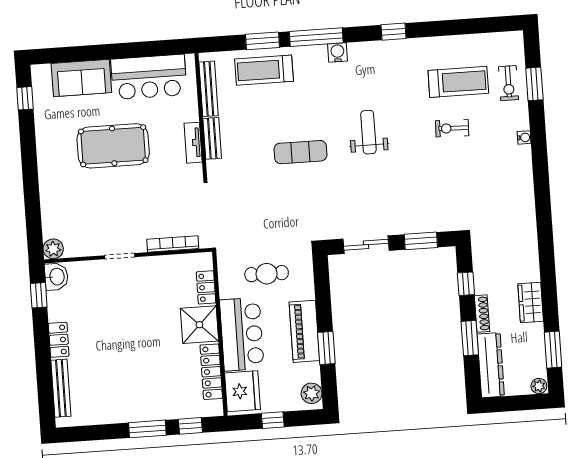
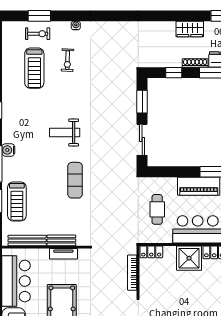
treadmill: (458, 82) -> (34, 68), turned 180
exercise bike: (452, 128) -> (67, 60), moved
locker: (206, 287) -> (151, 252), moved

